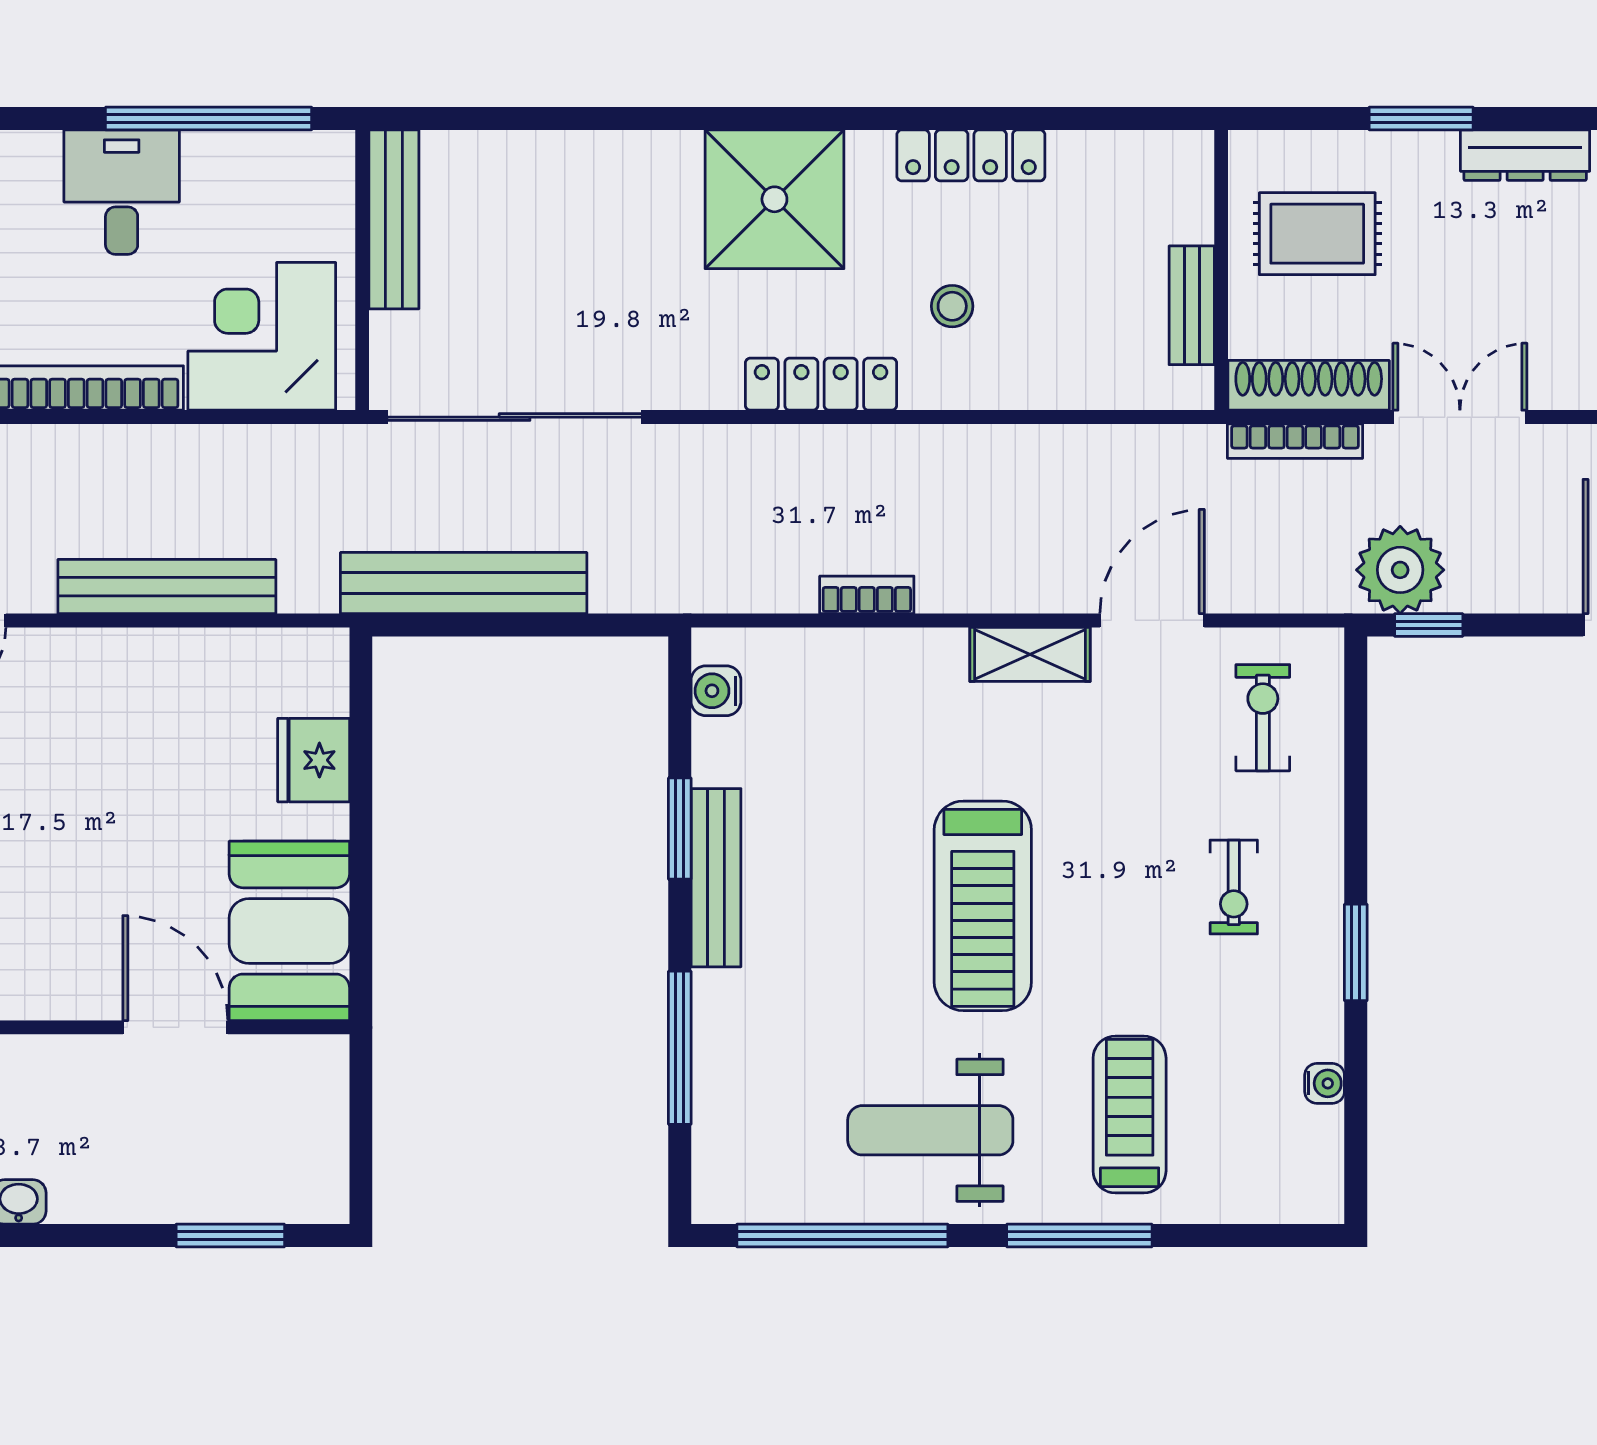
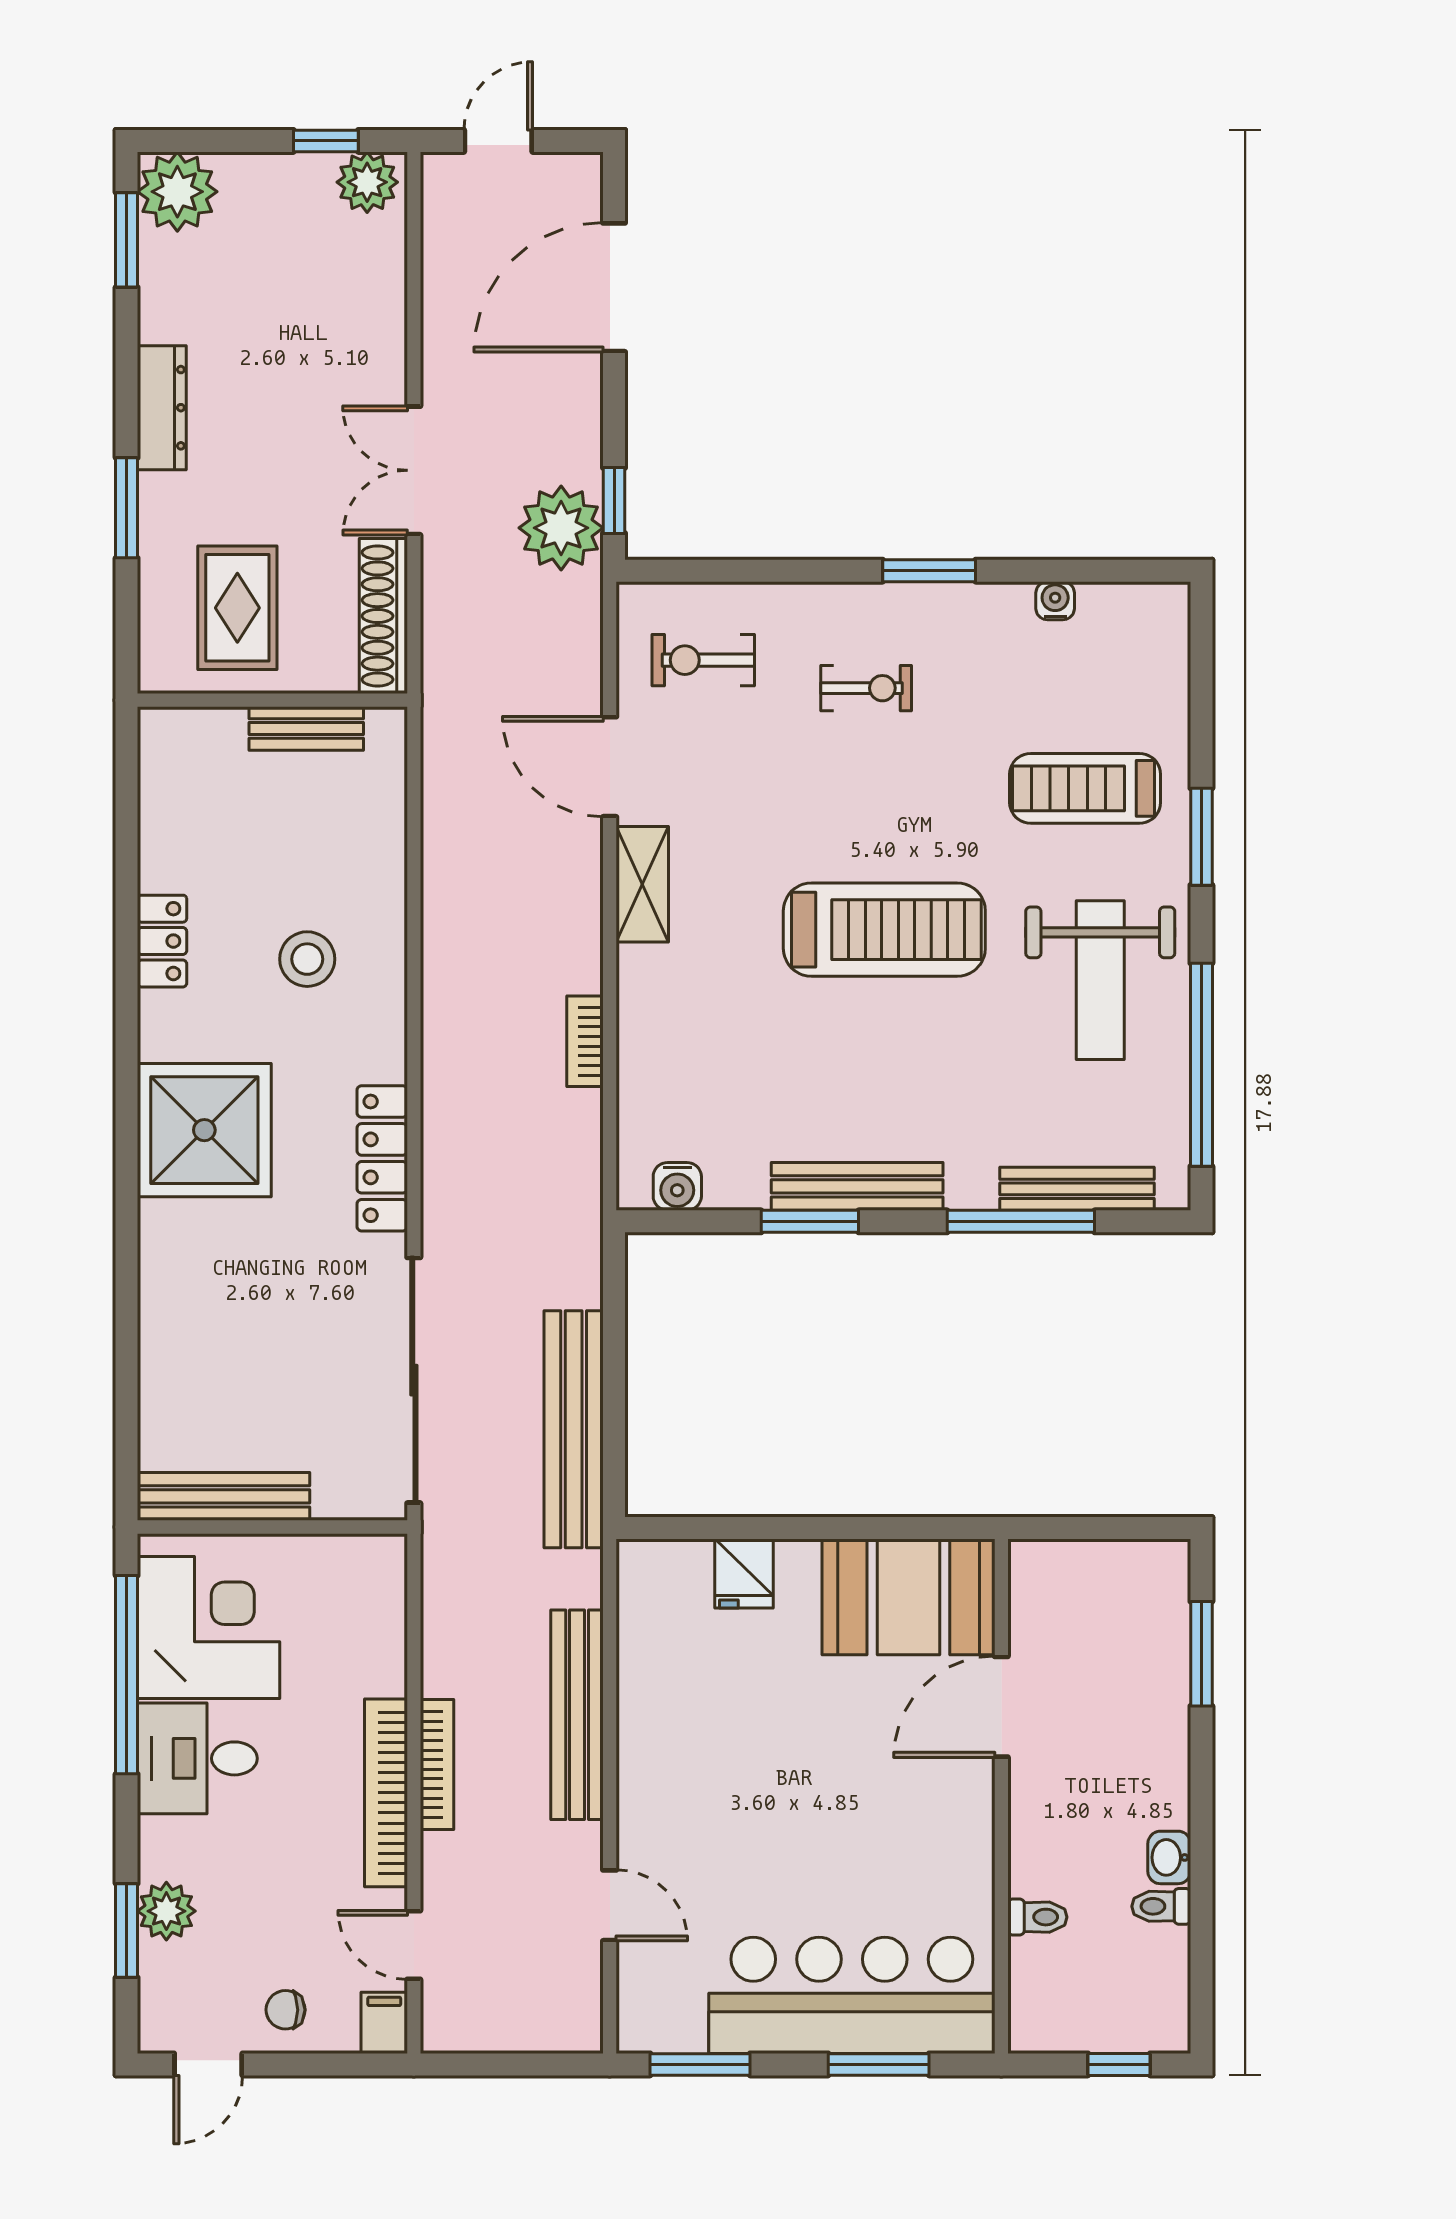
locker: (971, 155) -> (162, 941), width x0.66
stool: (952, 306) -> (307, 959), width x1.37, depth x1.37
corner desk: (262, 336) -> (209, 1627), moved, turned 180
locker: (821, 384) -> (382, 1158), moved
bookcase: (1295, 441) -> (437, 1764), moved
fridge: (314, 760) -> (744, 1574), width x0.72
bench: (713, 1106) -> (1077, 1189), added
window: (1079, 1235) -> (1201, 837), width x0.69

